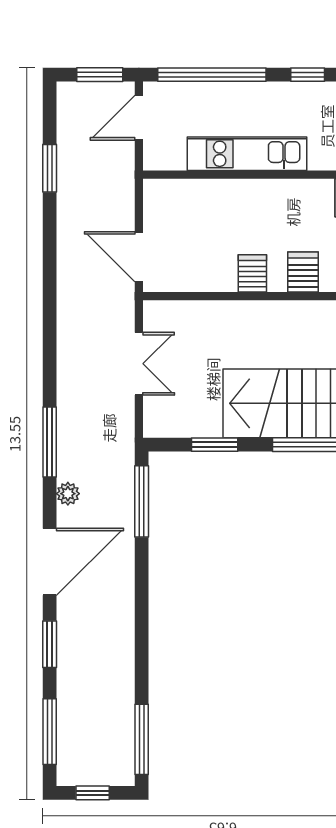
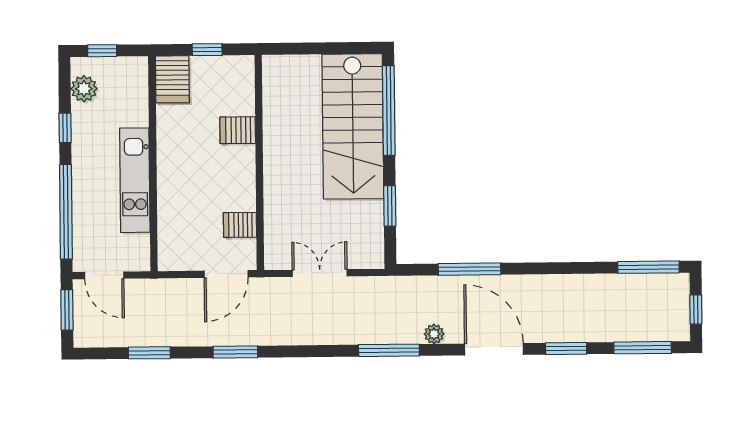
window: (50, 267) -> (235, 352), added
server rack: (252, 273) -> (240, 225), moved
window: (142, 501) -> (470, 269), moved

